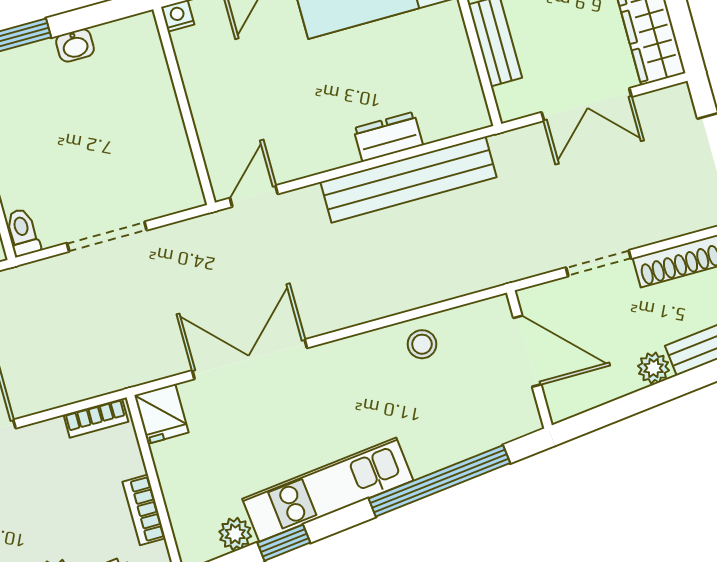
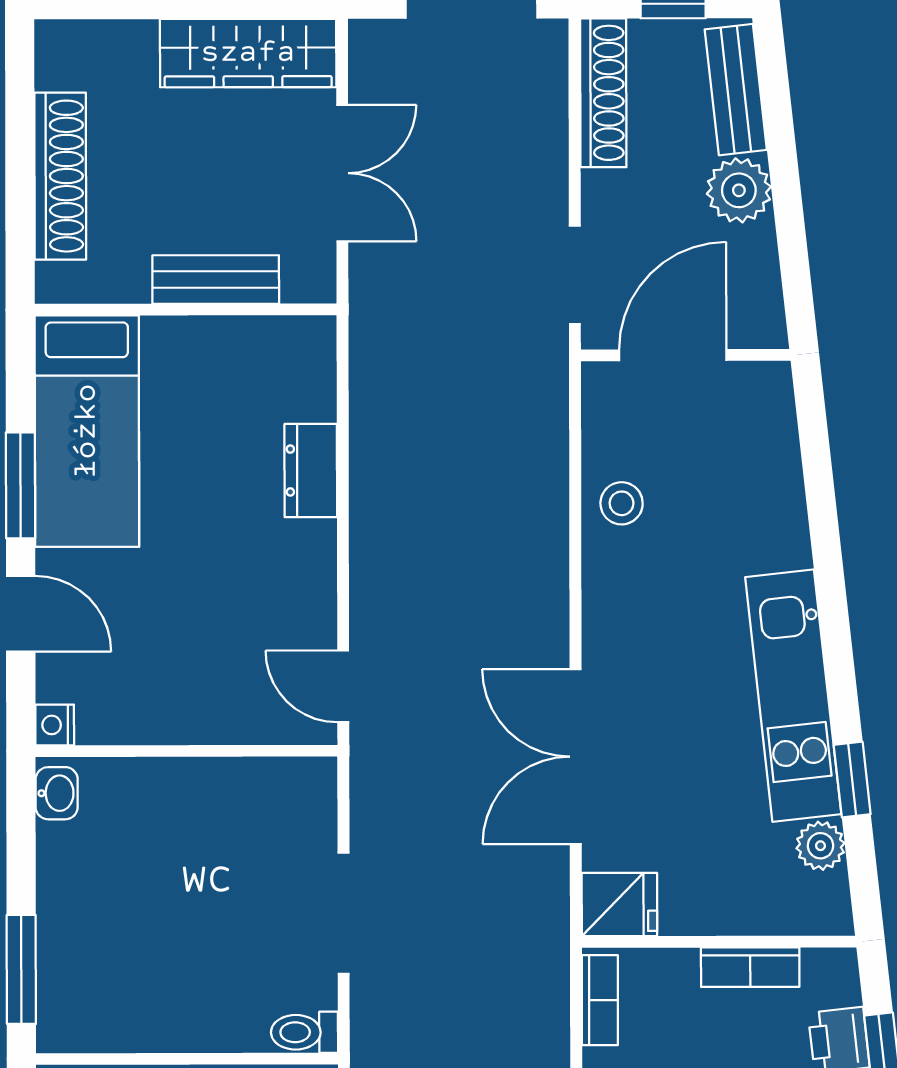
washbasin: (75, 45) -> (57, 793), moved
bench: (408, 180) -> (380, 458), removed
doorway: (598, 263) -> (575, 275), moved
plant: (654, 368) -> (739, 190), width x1.38, depth x1.38
window: (439, 481) -> (824, 532), removed

